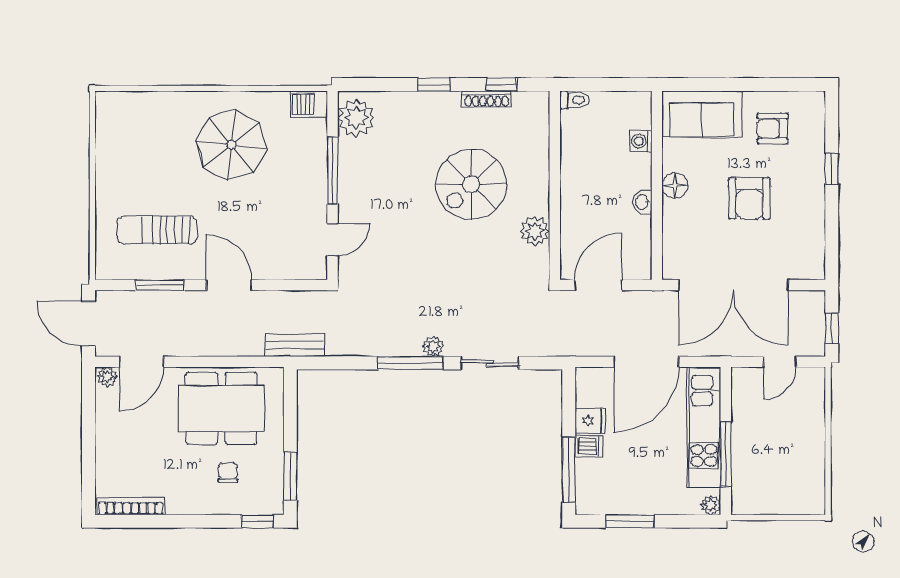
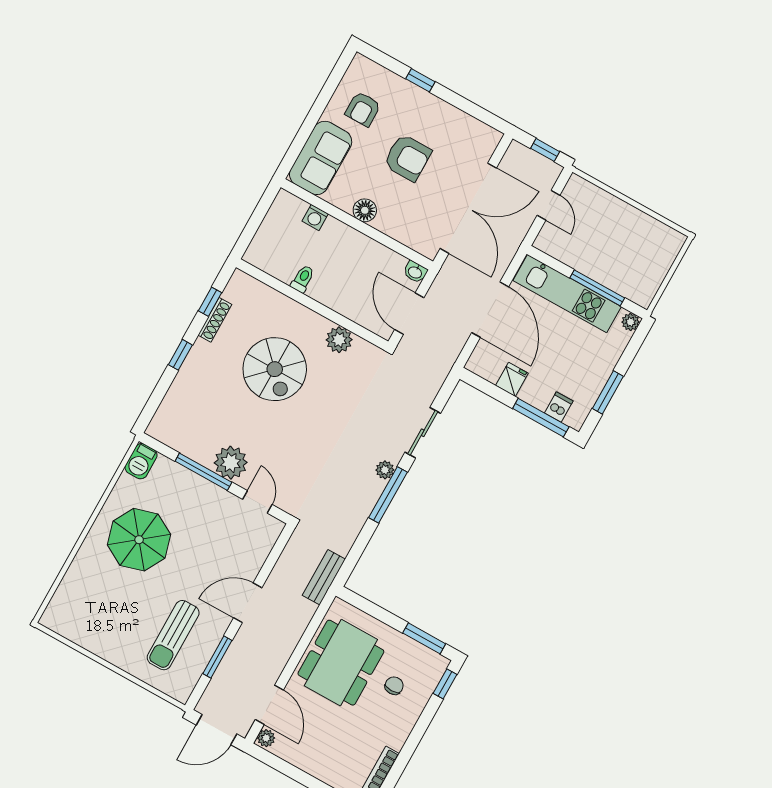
toilet: (574, 100) -> (303, 279), moved
plant: (356, 118) -> (231, 463), moved
washbasin: (642, 202) -> (415, 272), moved
dishwasher: (589, 446) -> (559, 407), moved
chair: (228, 473) -> (394, 686), turned 90

